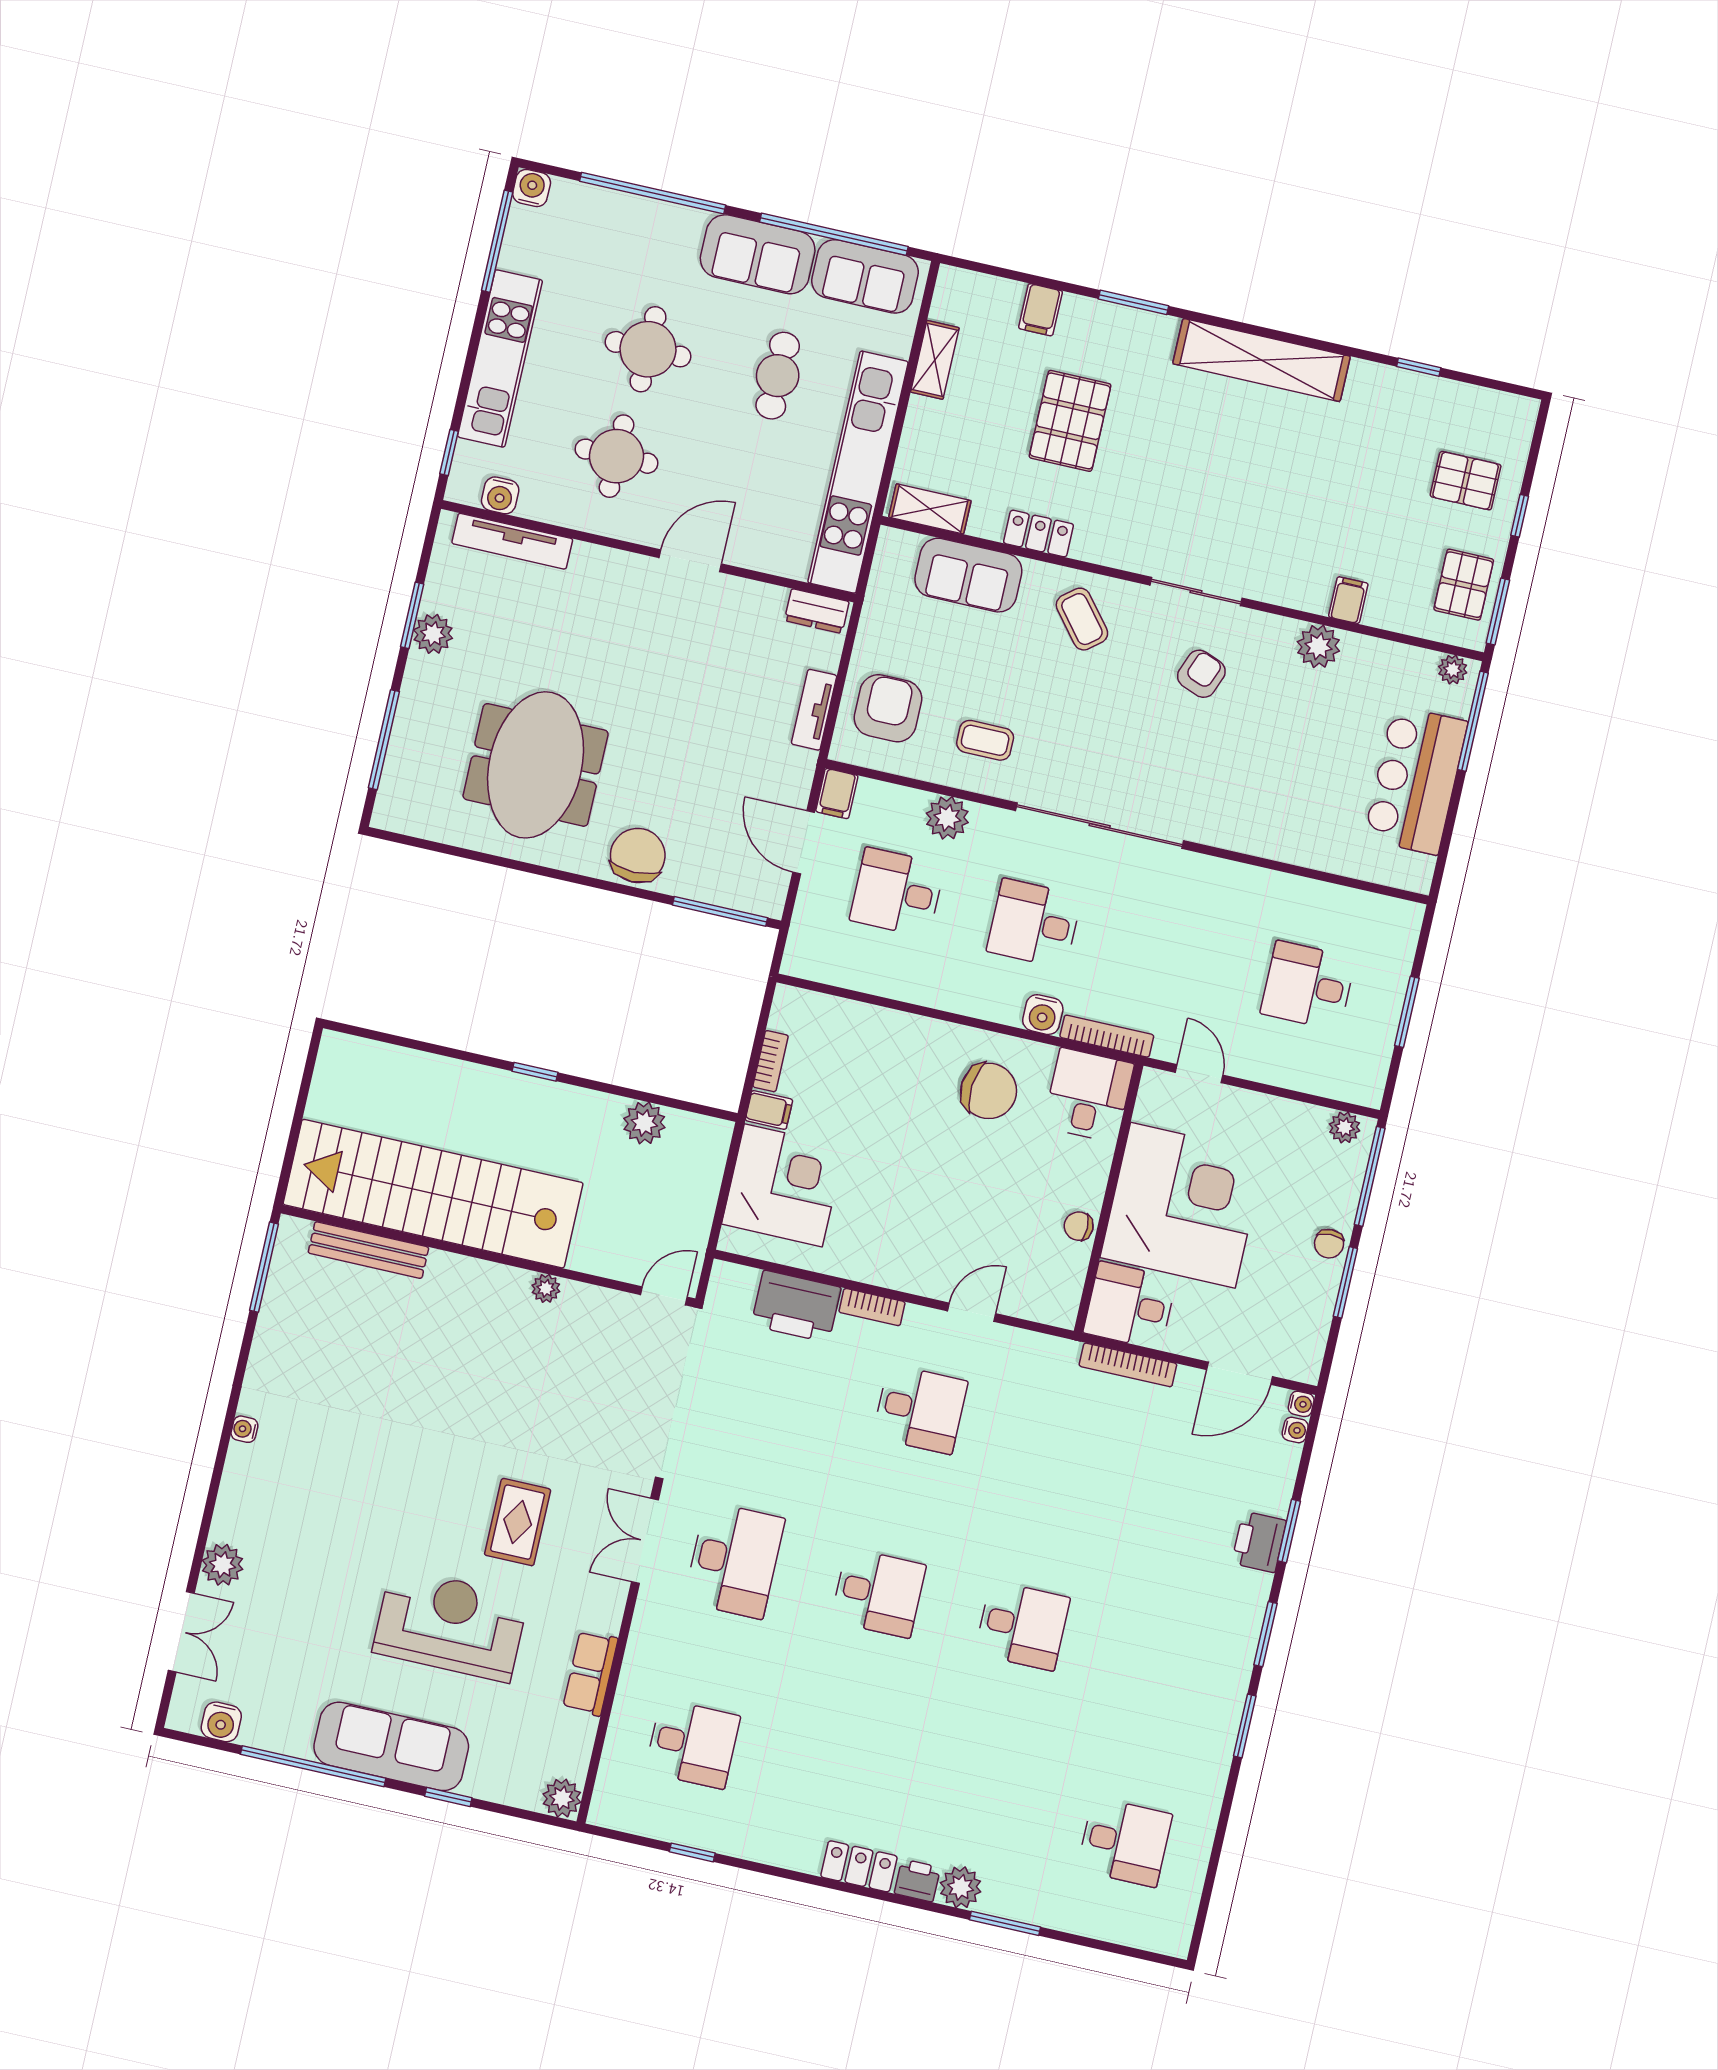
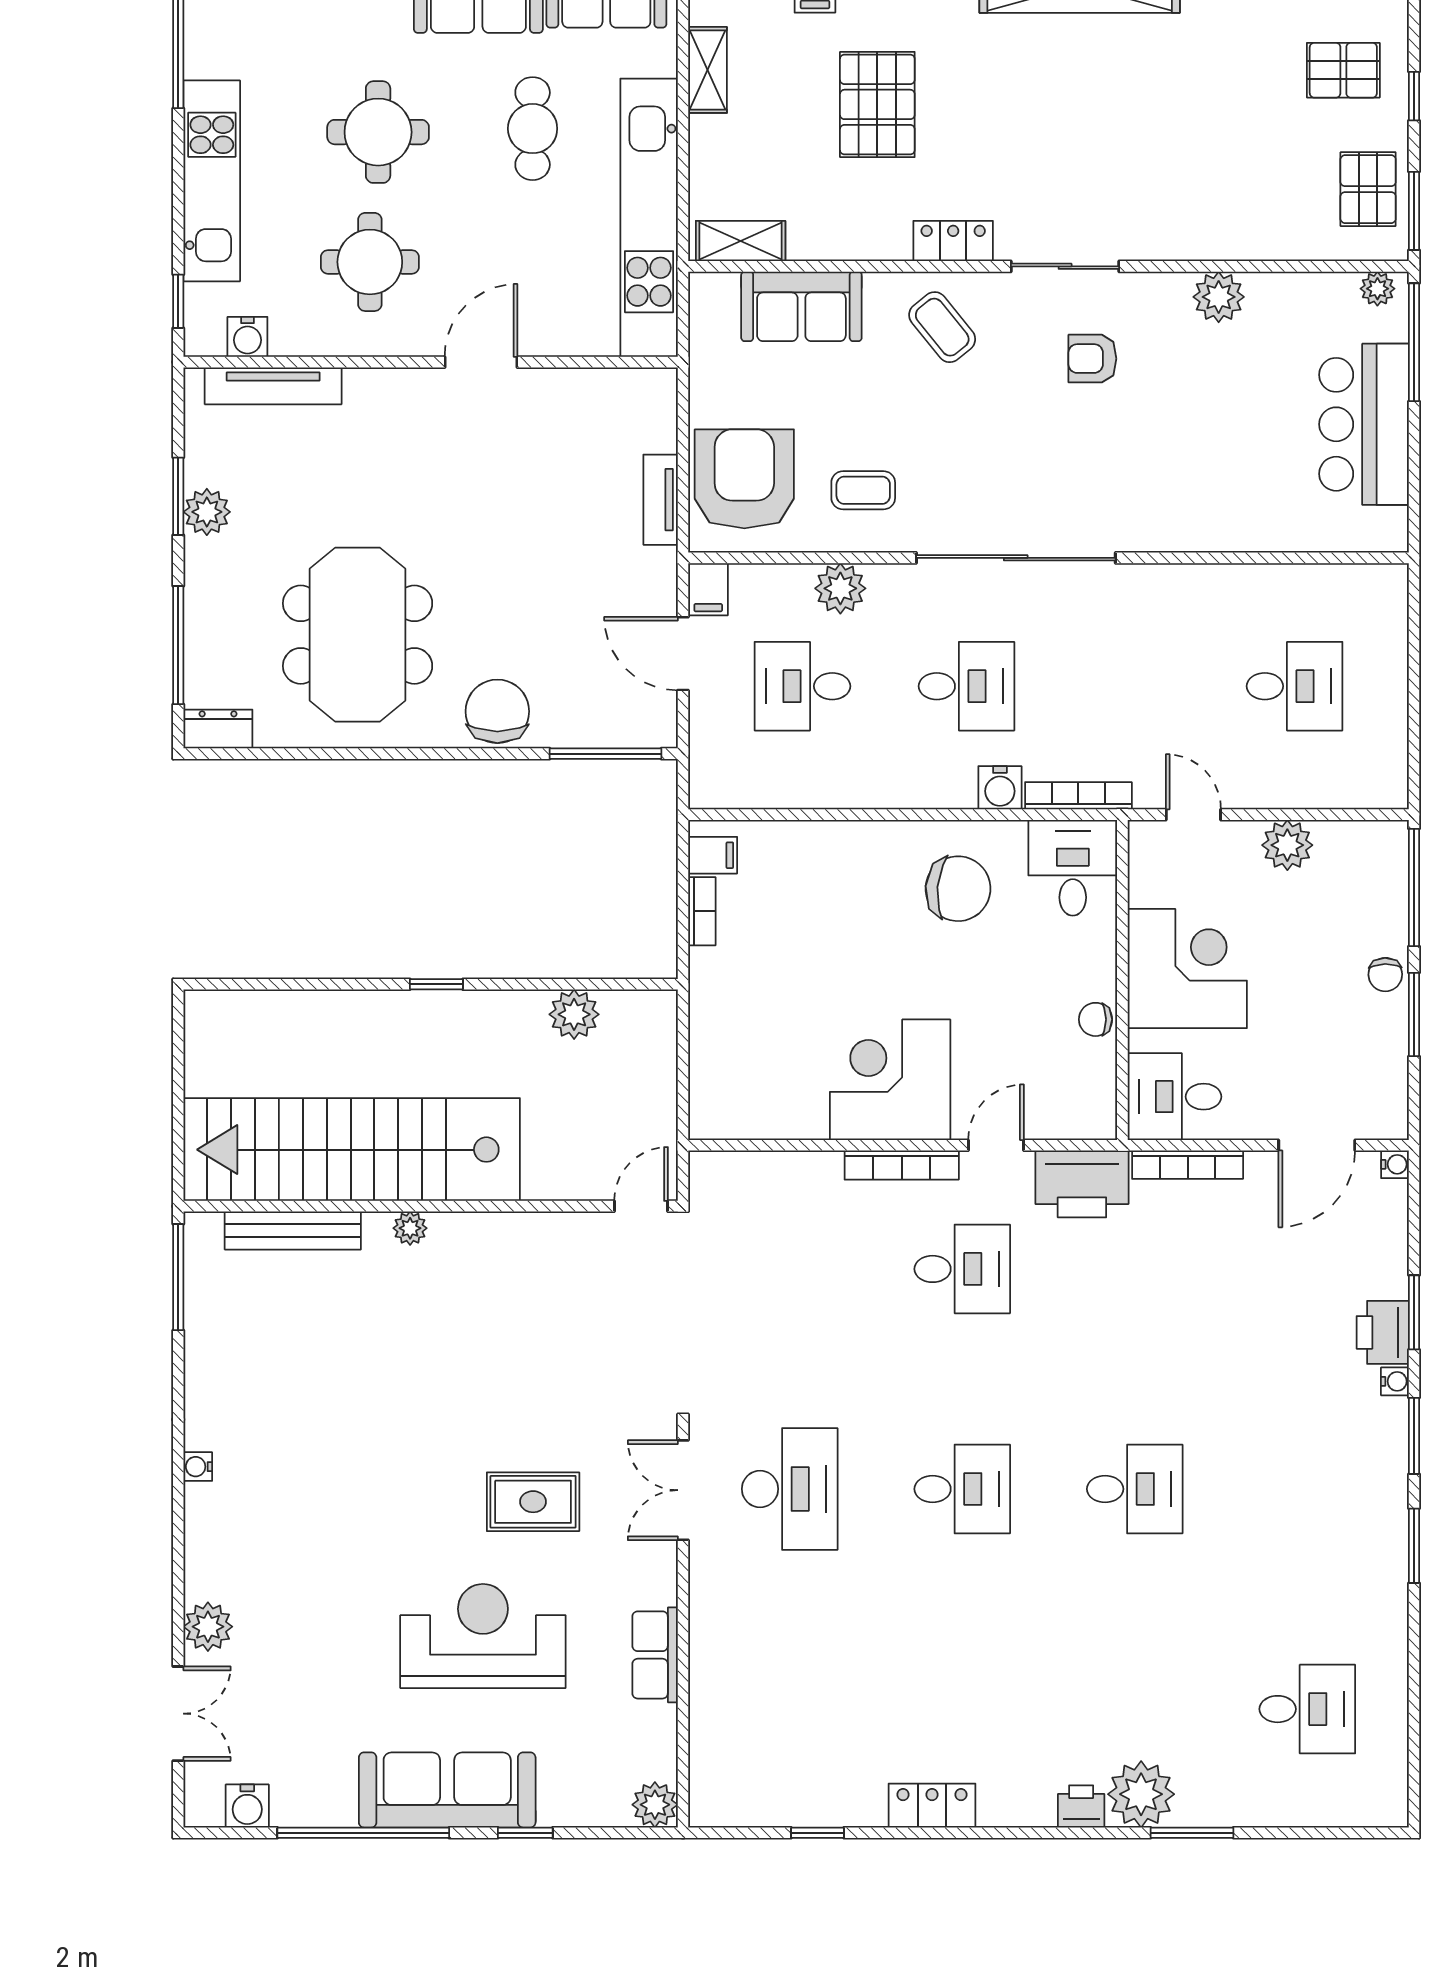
locker: (1038, 534) -> (953, 241), moved
filing cabinet: (1348, 600) -> (1241, 237), removed
dresser: (817, 611) -> (218, 729), moved, turned 180
armchair: (1201, 674) -> (1092, 359), turned -111
armchair: (888, 708) -> (744, 479), width x1.36, depth x1.36
desk: (1034, 923) -> (966, 686), turned 180
desk: (1308, 986) -> (1295, 686), turned 180
window: (1407, 1012) -> (1414, 690), removed
filing cabinet: (769, 1110) -> (713, 855), moved
plant: (1345, 1127) -> (1287, 845), moved, width x1.38, depth x1.38
corner desk: (783, 1185) -> (890, 1080), moved, turned -90
corner desk: (1183, 1205) -> (1187, 969), width x0.74, depth x0.74
plant: (546, 1288) -> (410, 1228), moved
printer: (796, 1306) -> (1082, 1184), moved
bookcase: (872, 1307) -> (902, 1165), width x1.56
water cooler: (1295, 1430) -> (1395, 1381), moved
rug: (518, 1522) -> (533, 1502), turned 90
desk: (693, 1744) -> (790, 1709), removed
locker: (859, 1866) -> (932, 1806), moved
plant: (961, 1887) -> (1141, 1794), width x1.36, depth x1.36

